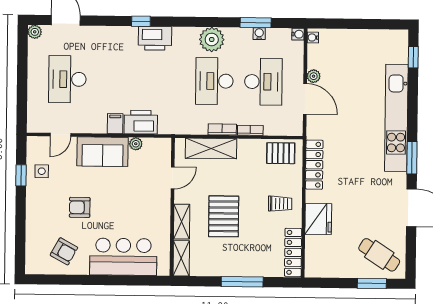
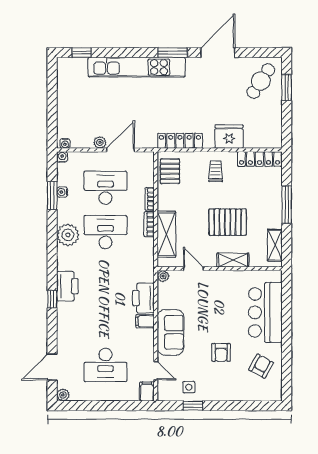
desk: (214, 81) -> (105, 232), turned 180
filing cabinet: (37, 125) -> (147, 391), added
plant: (136, 144) -> (163, 276), moved
shelving: (181, 258) -> (275, 245), moved, turned 90

